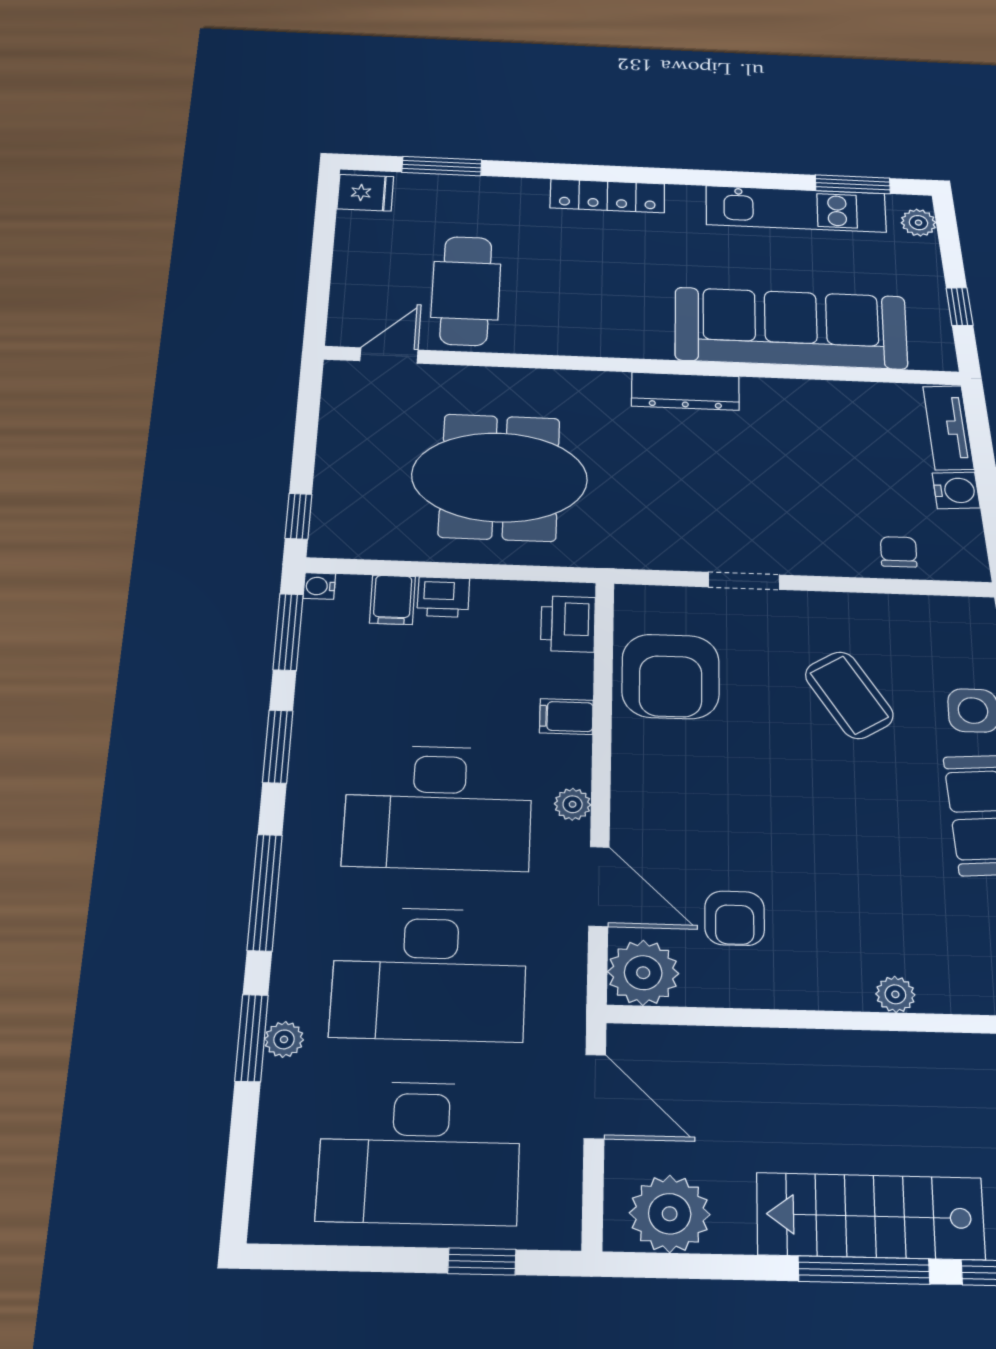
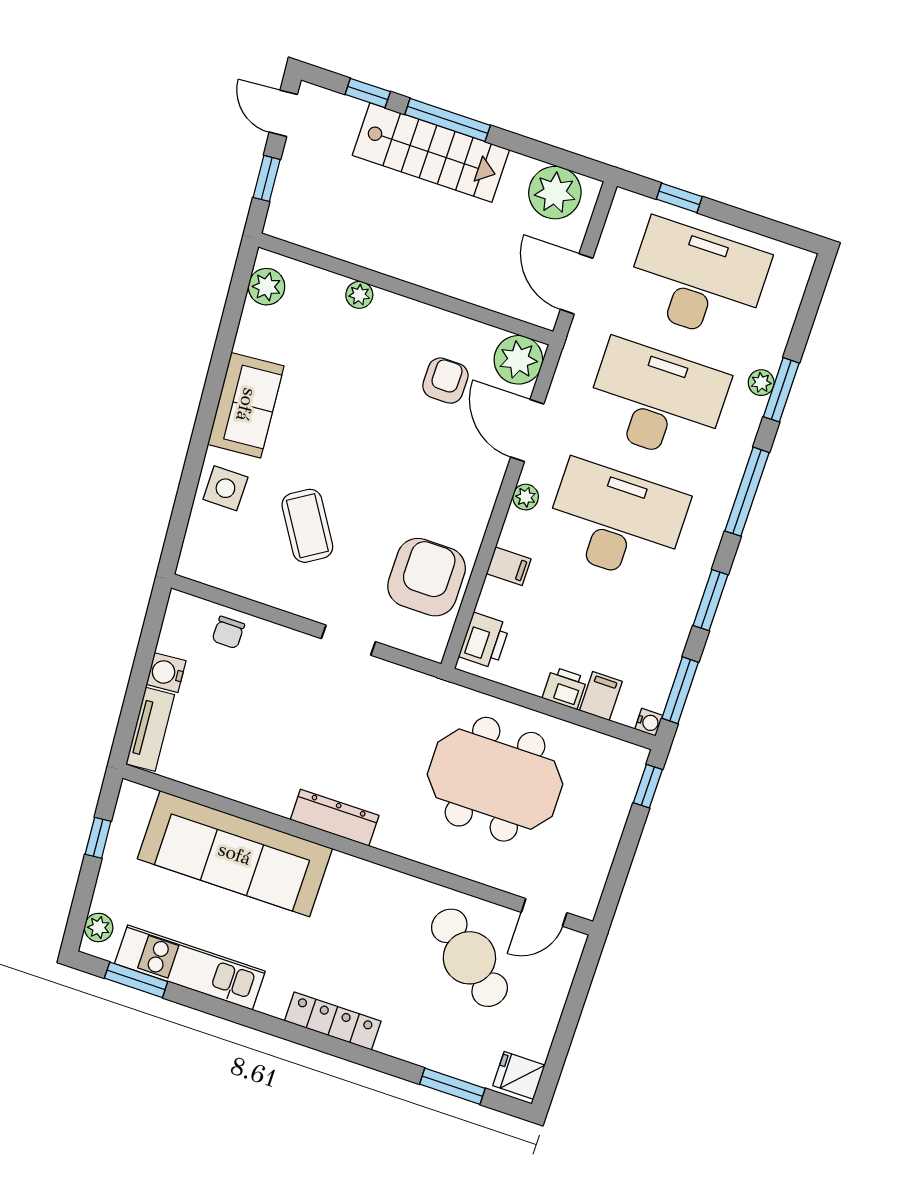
cafe table: (466, 291) -> (469, 958), turned -51

